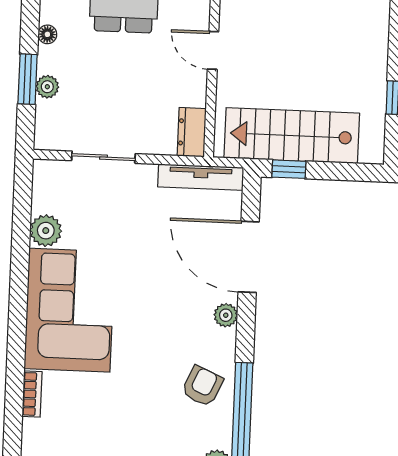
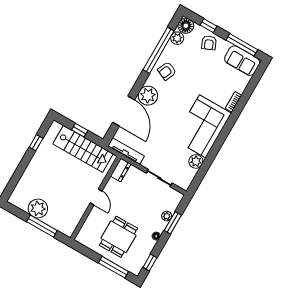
window: (289, 169) -> (80, 130), moved
plant: (226, 315) -> (148, 96), width x1.87, depth x1.87

